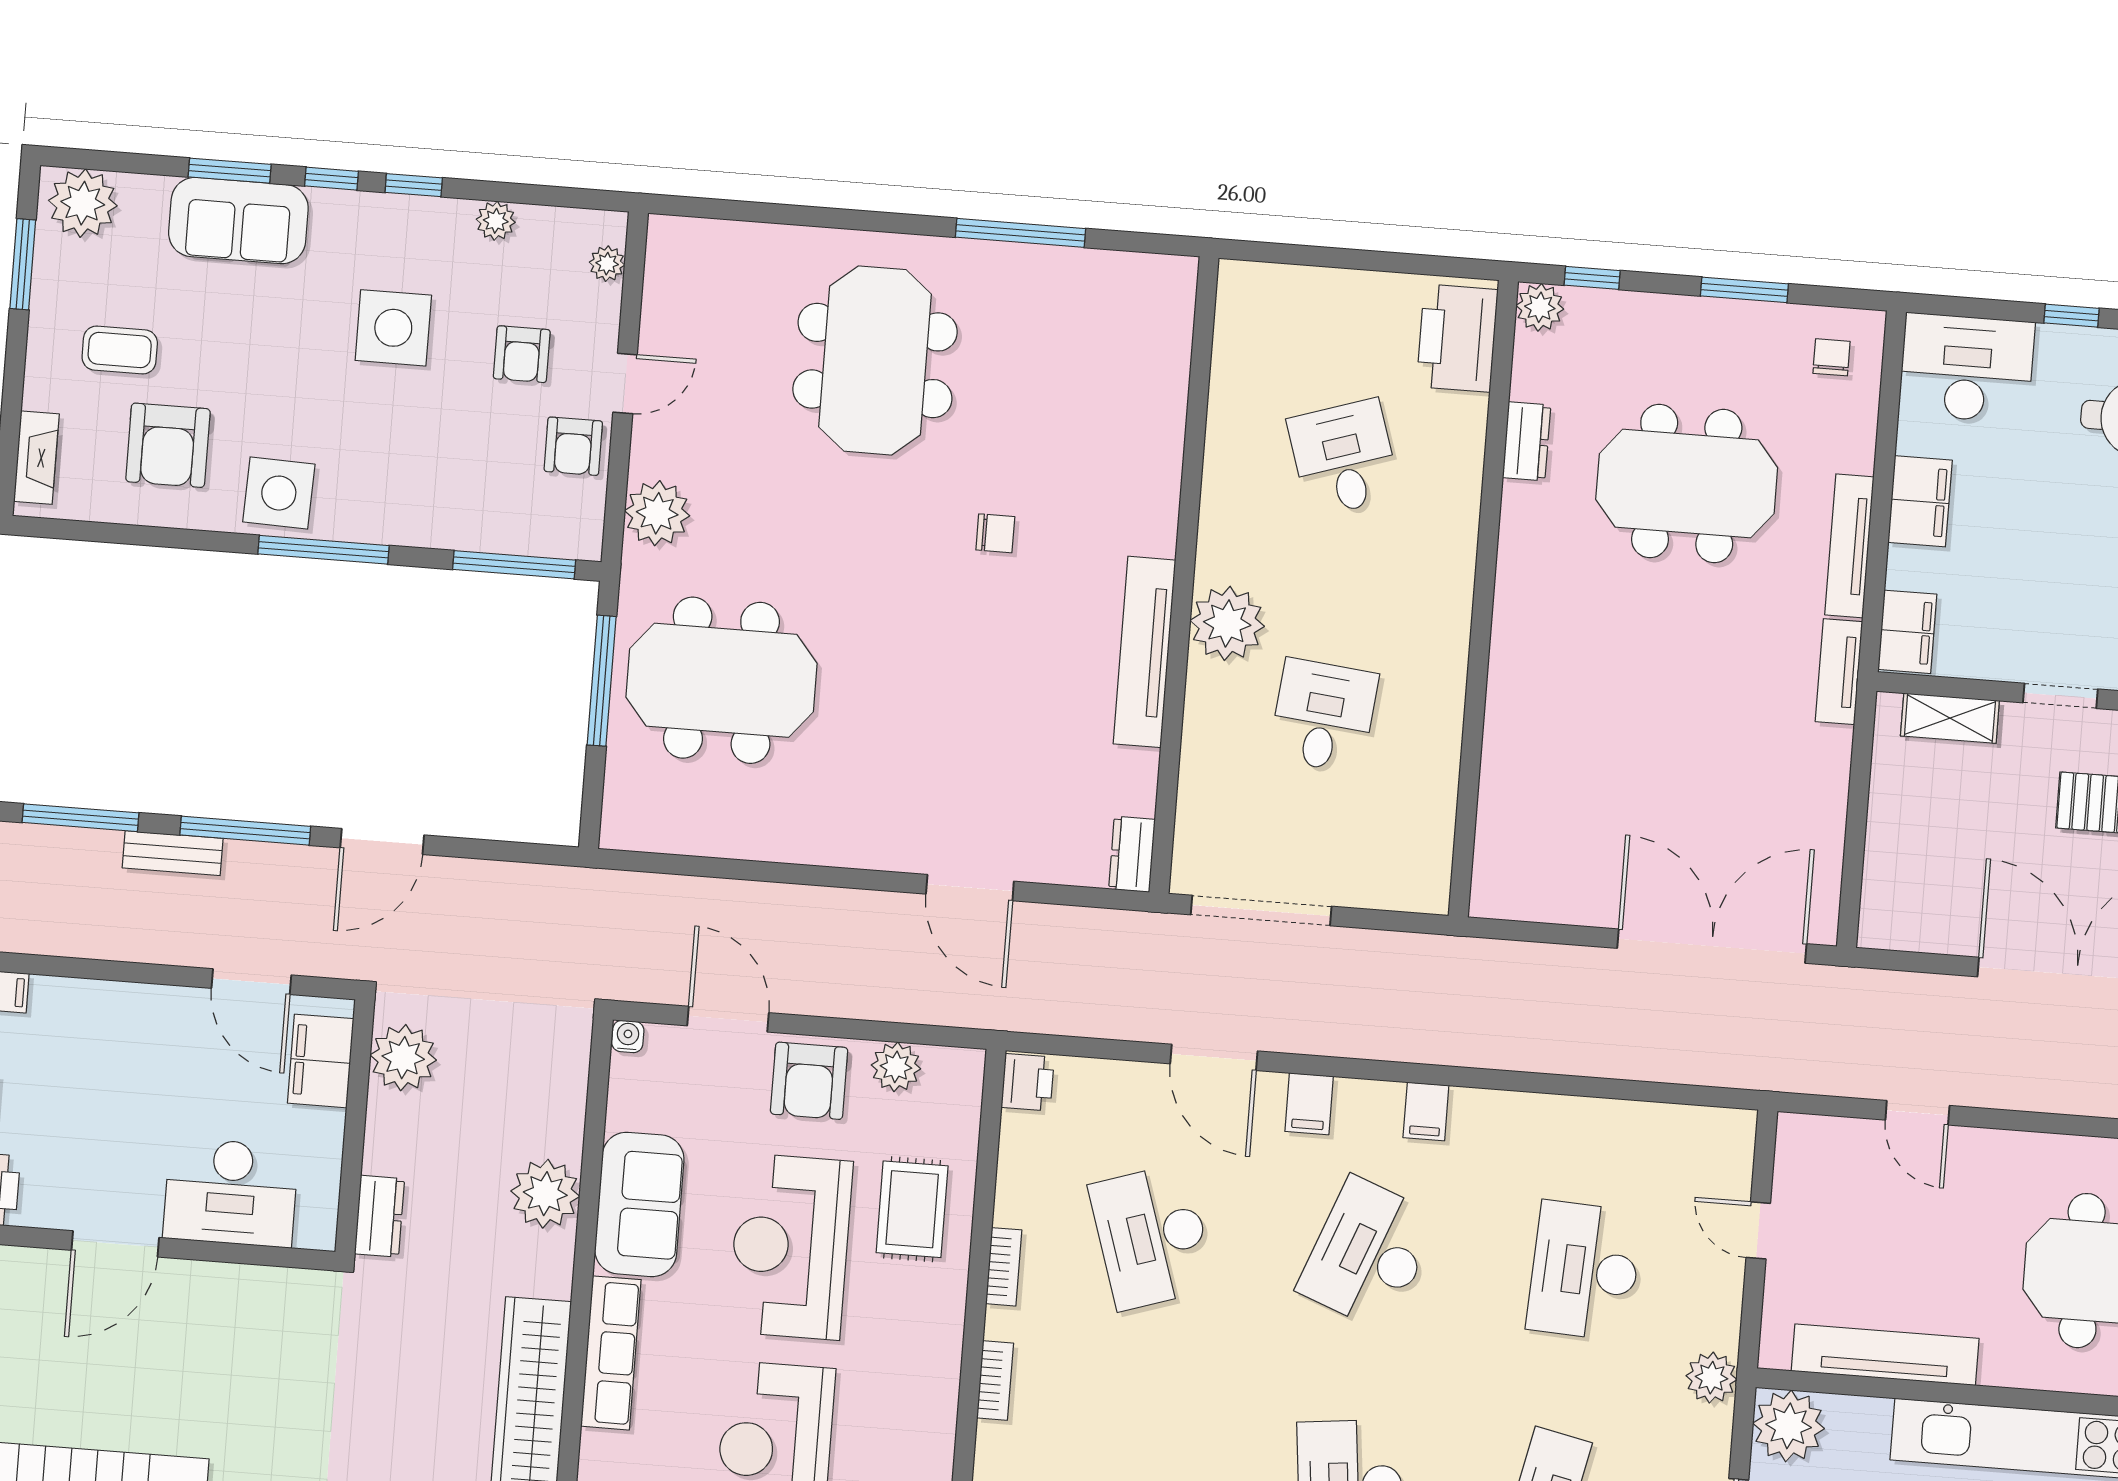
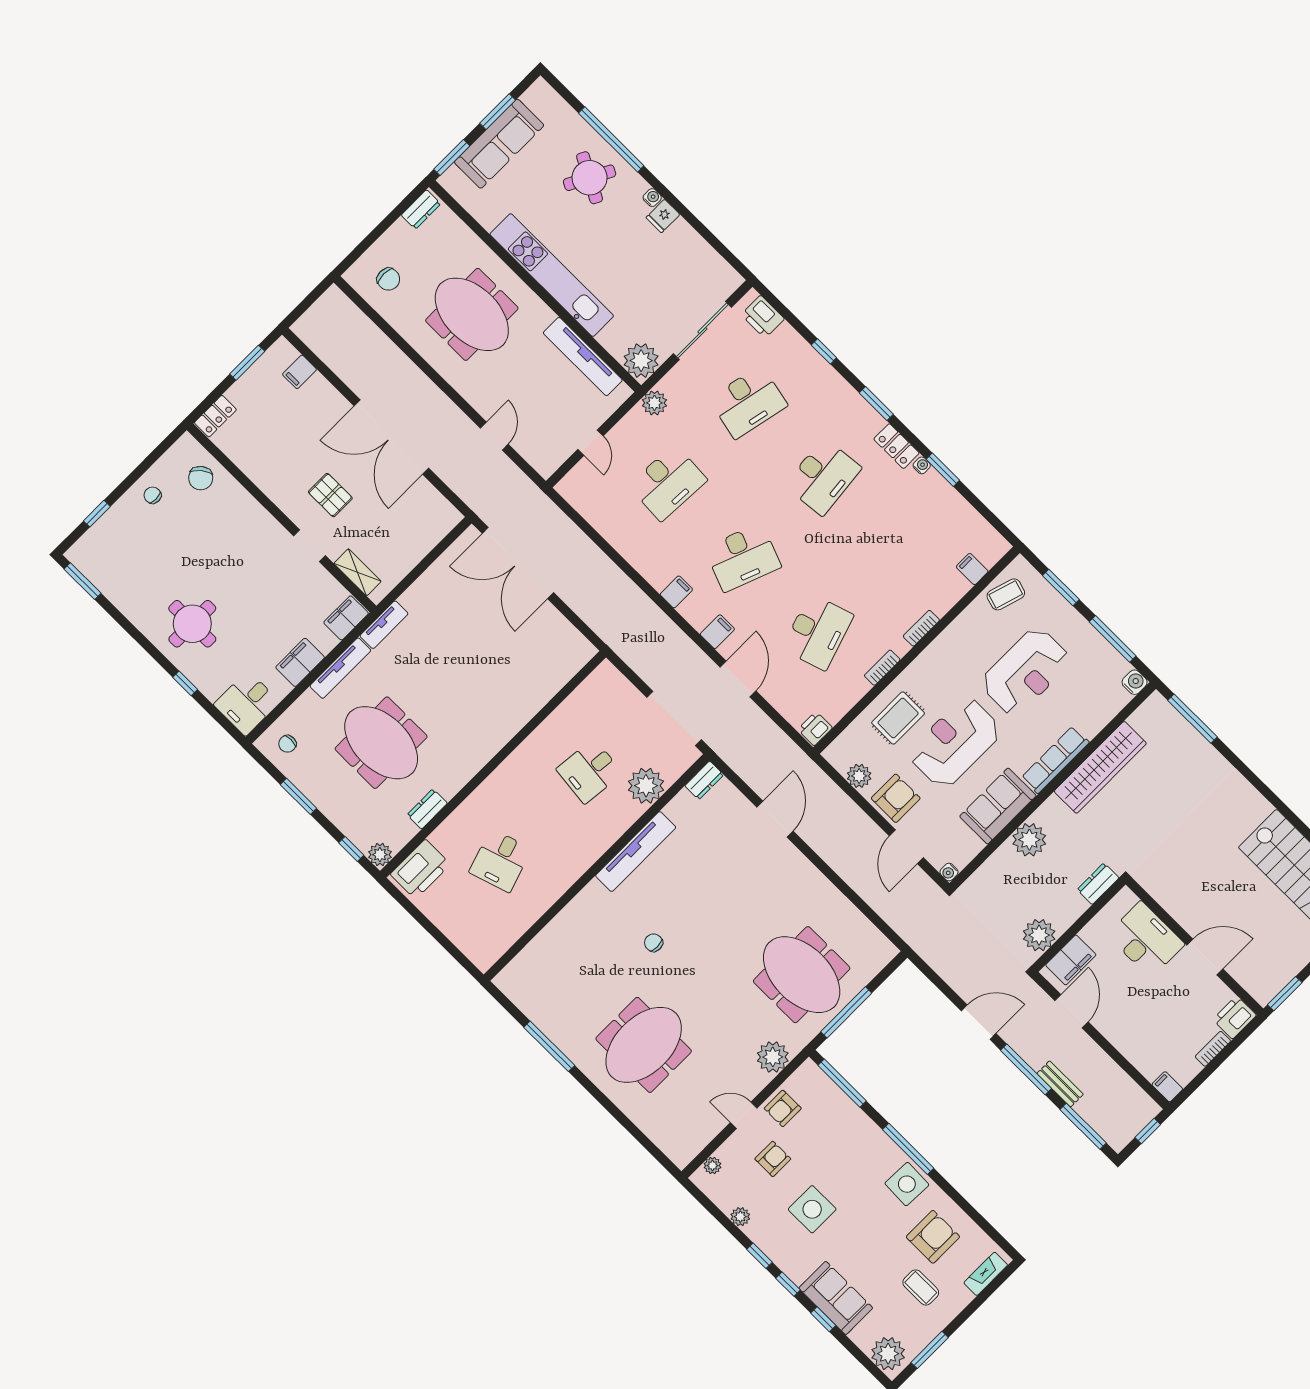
window: (230, 171) -> (823, 1319), width x0.67
desk: (1967, 368) -> (247, 703), width x0.73
armchair: (573, 446) -> (783, 1108), turned 180
plant: (1227, 623) -> (646, 786), moved
reception desk: (790, 1247) -> (955, 743), turned 180

